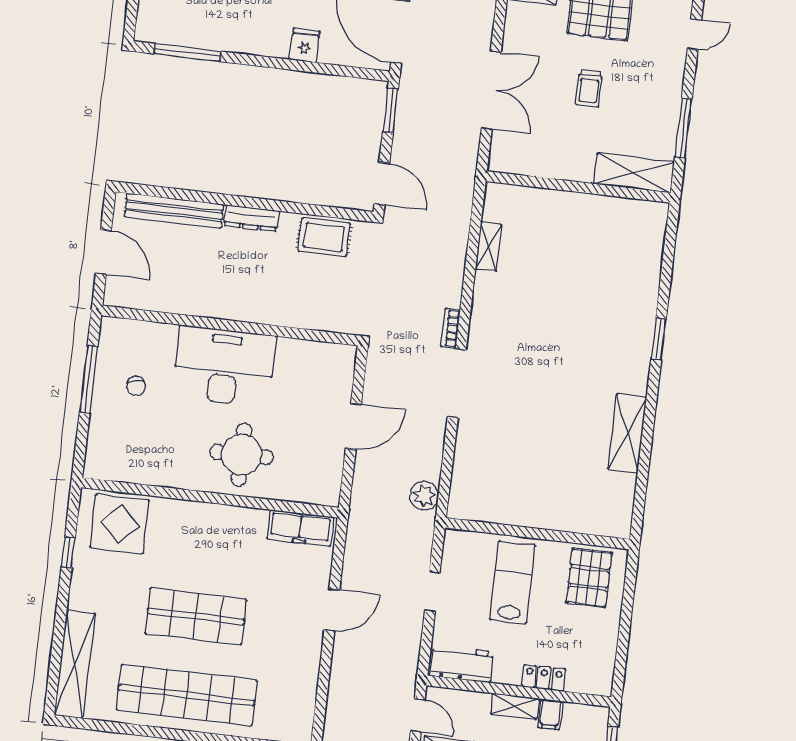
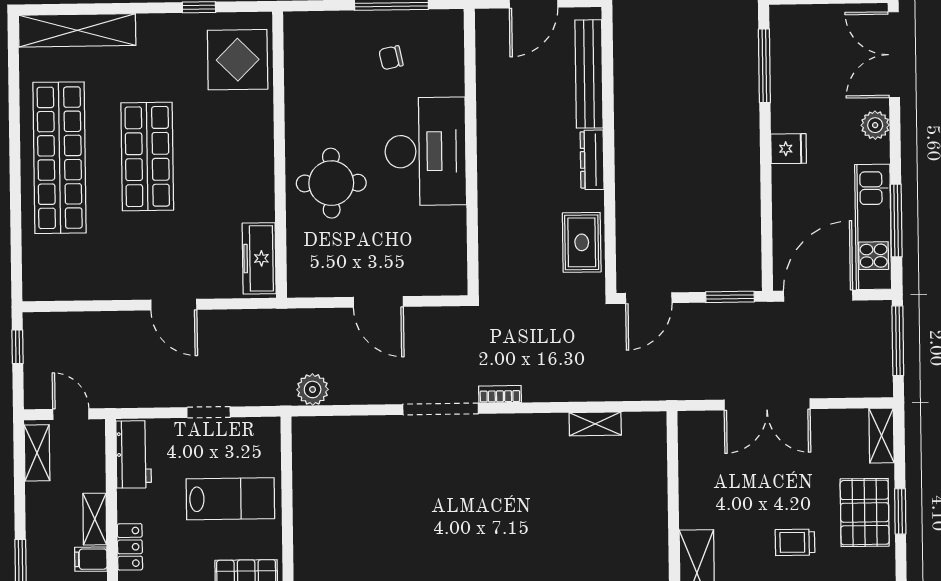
fridge: (305, 45) -> (789, 149), moved
trolley: (589, 88) -> (795, 542), moved
door: (418, 715) -> (71, 414), swing flipped

